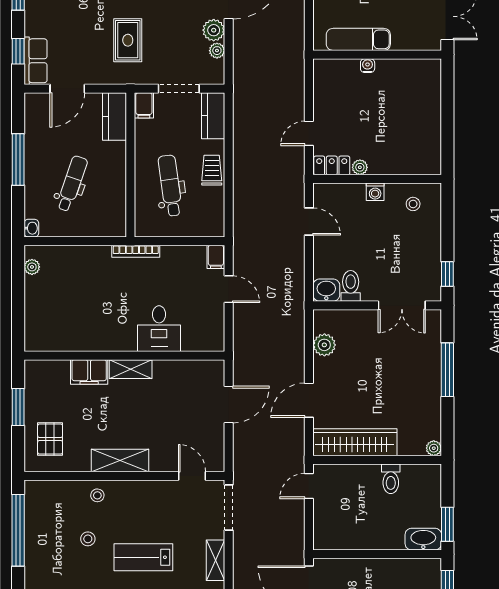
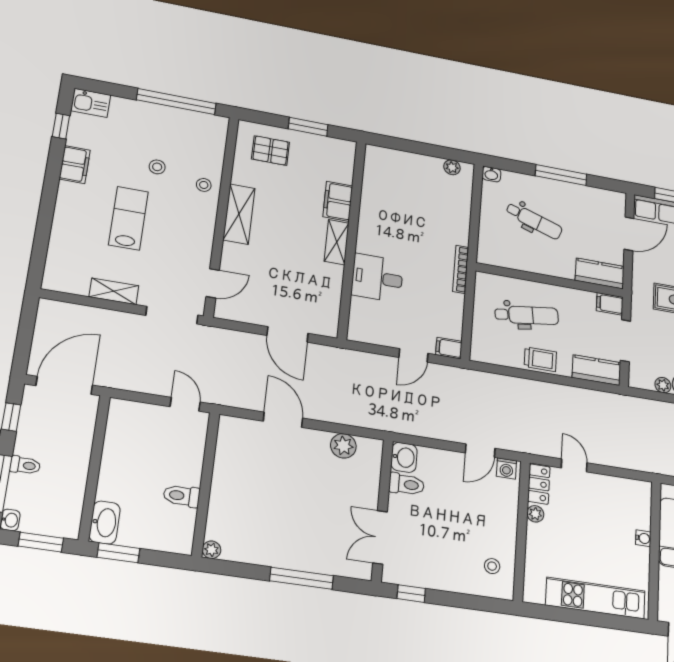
door: (67, 89) -> (629, 234), swing flipped
kitchen unit: (429, 108) -> (595, 598), added
washing machine: (375, 192) -> (506, 468), moved, turned -90
wardrobe: (355, 442) -> (229, 462), removed

